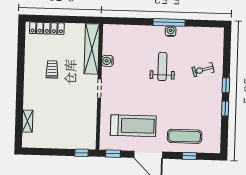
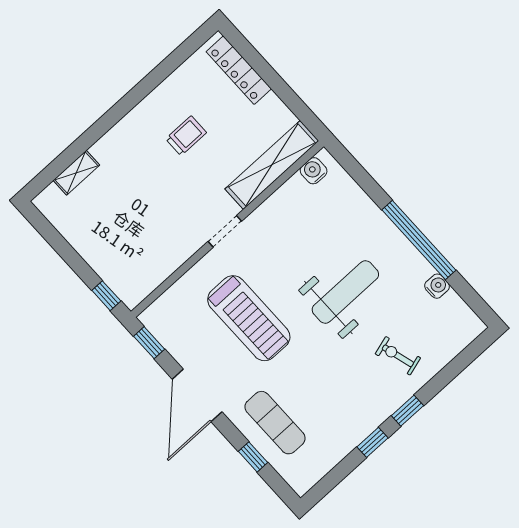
window: (169, 22) -> (419, 240), width x1.46
water cooler: (171, 31) -> (437, 286), moved
water cooler: (108, 61) -> (314, 171), moved
weight bench: (162, 66) -> (345, 292), width x1.36, depth x1.33
treadmill: (133, 126) -> (249, 318), moved

